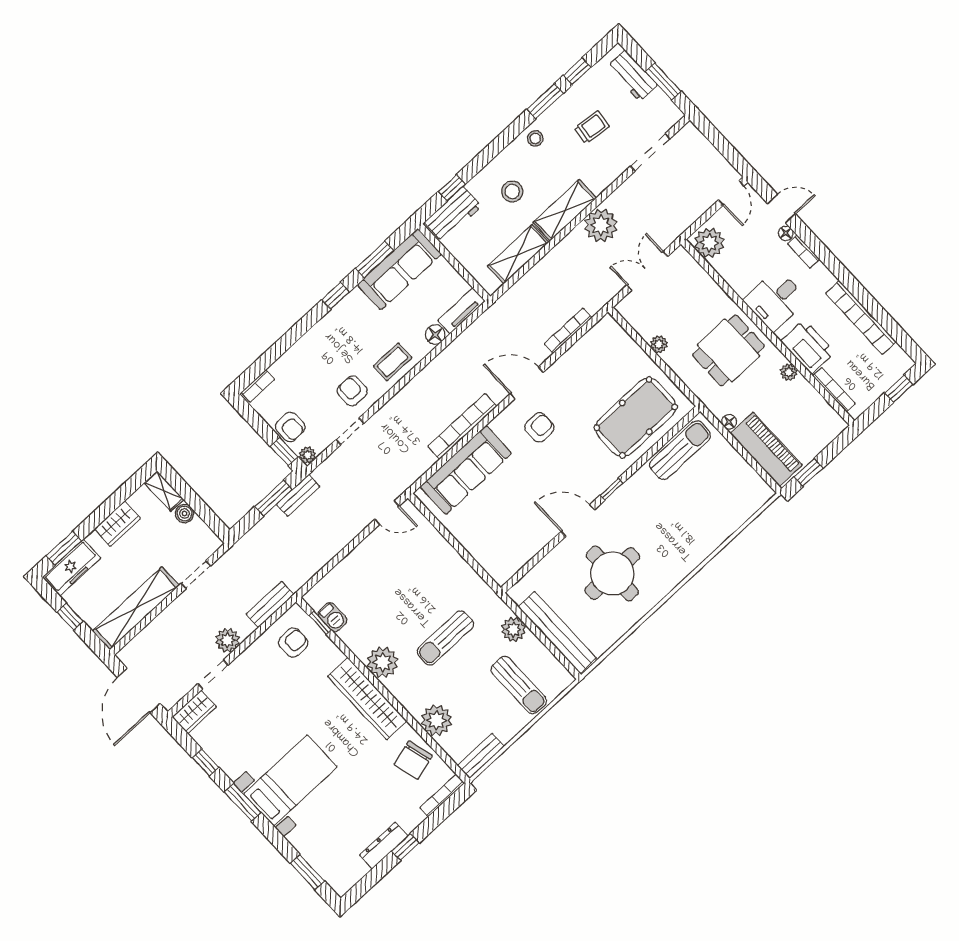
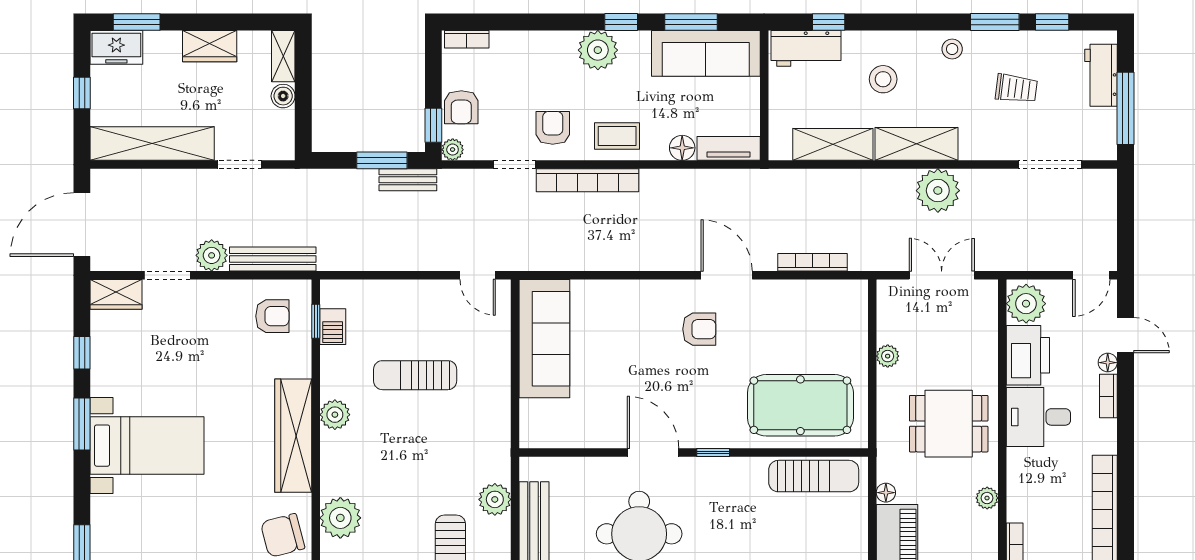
window: (663, 81) -> (1125, 108), width x1.44
plant: (337, 324) -> (598, 50), added
printer: (808, 347) -> (1028, 355), moved
bookcase: (462, 426) -> (588, 180), moved, turned 180
sofa: (466, 470) -> (544, 339), moved, turned -90
freezer: (72, 568) -> (116, 47), width x0.71
bench: (270, 604) -> (273, 259), width x1.36
sun lounger: (445, 638) -> (415, 375), moved
plant: (383, 662) -> (335, 415), width x0.73, depth x0.73

